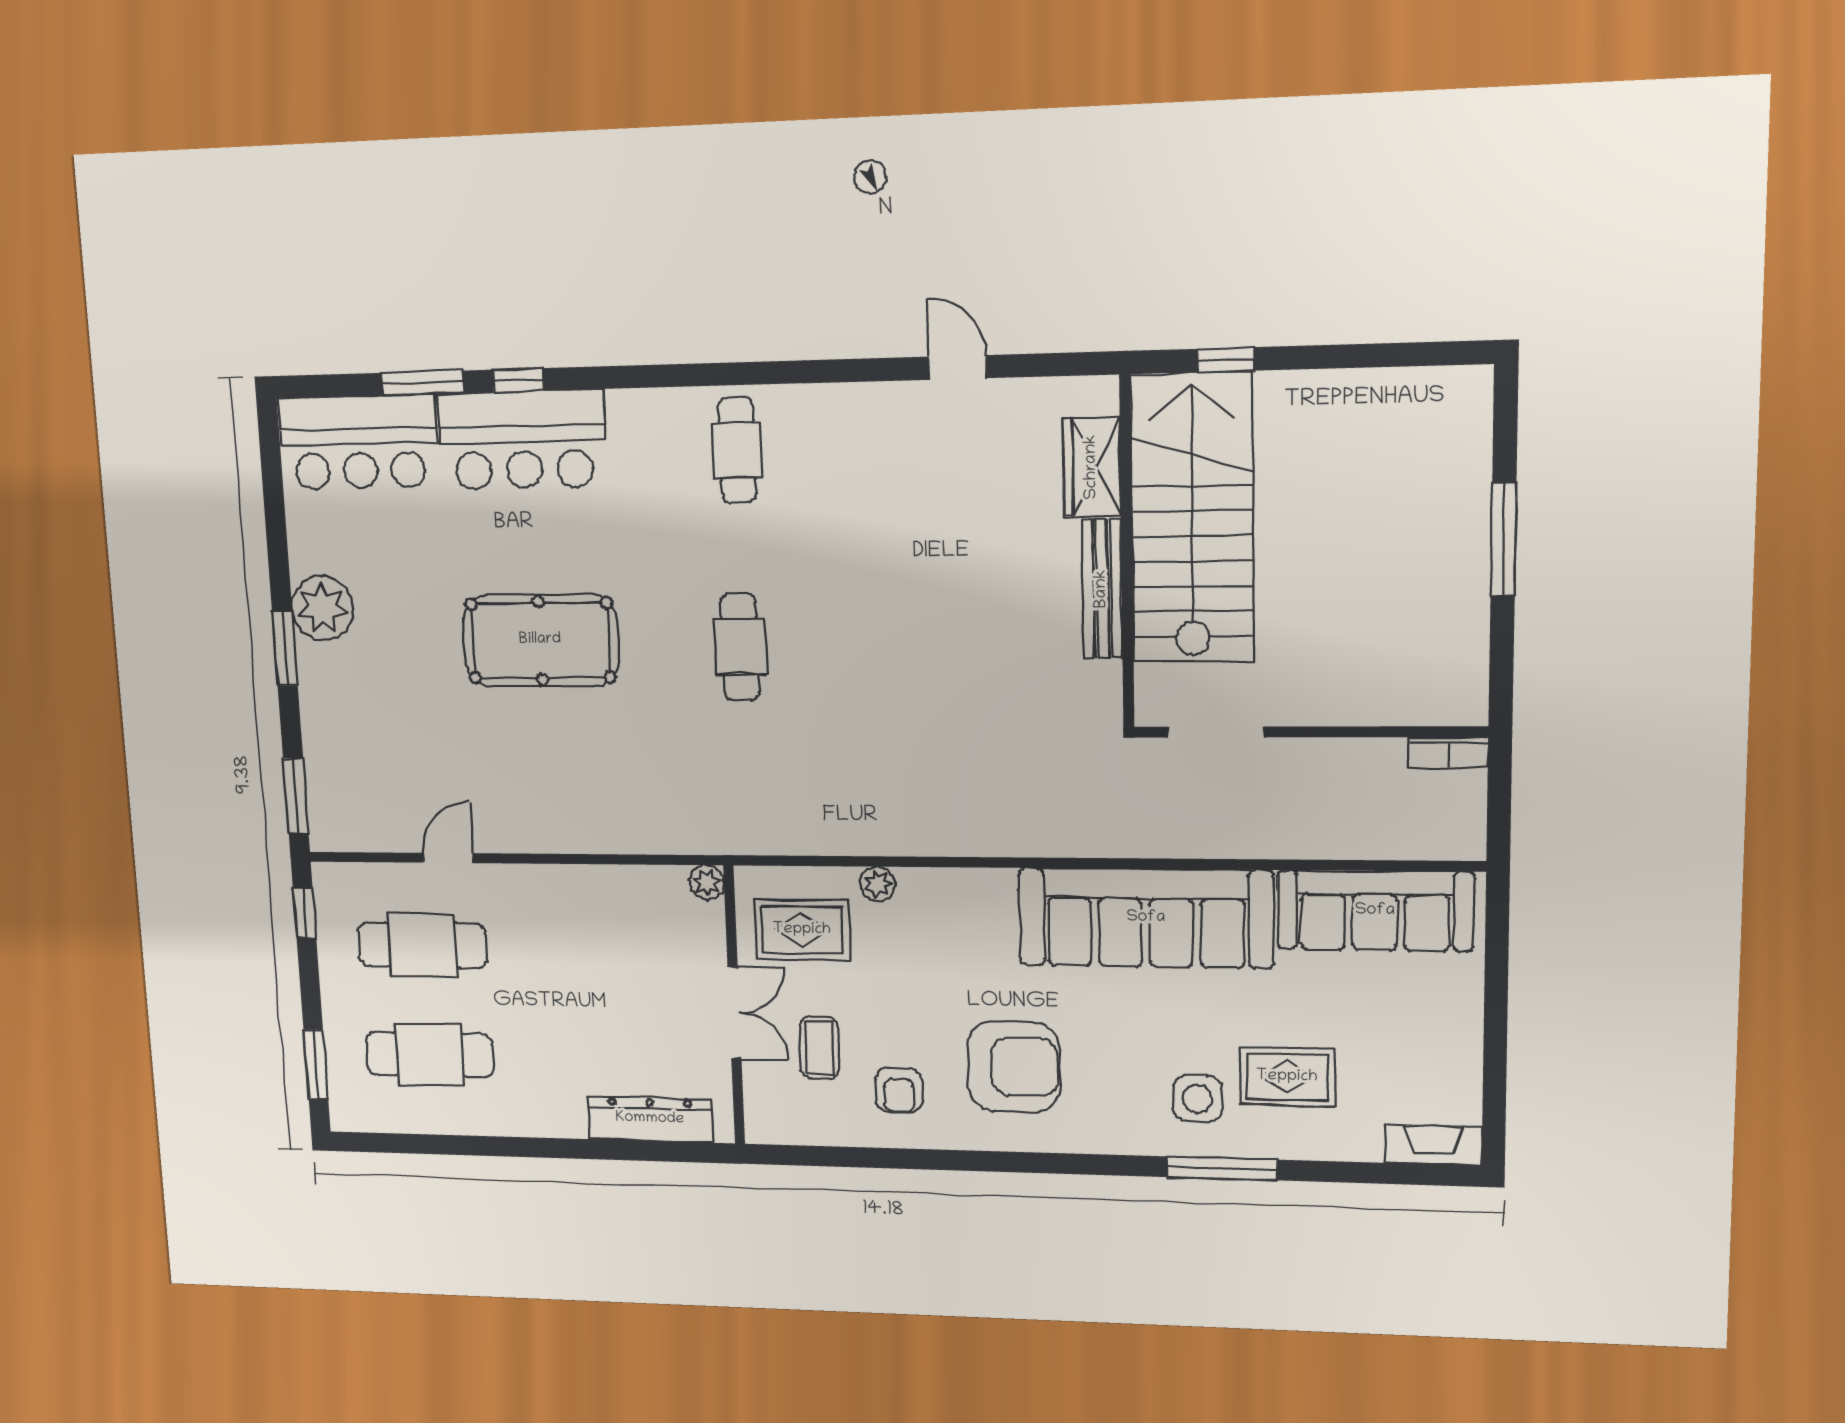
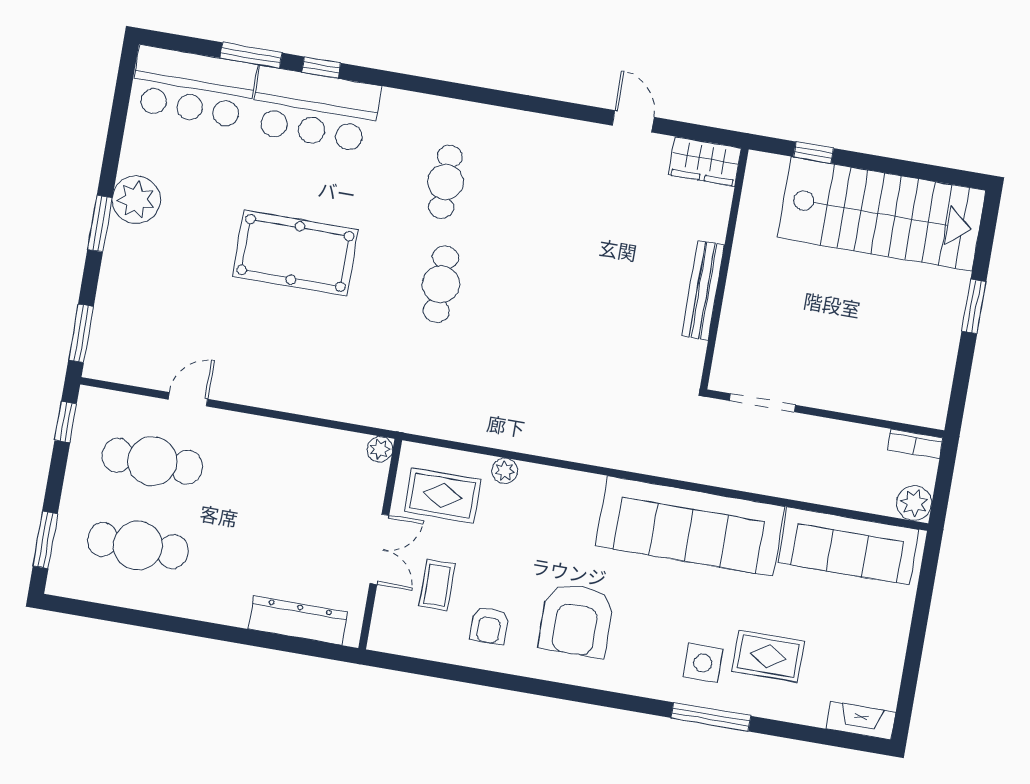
cafe table: (737, 450) -> (445, 182), moved
wardrobe: (1092, 467) -> (705, 161), moved, turned -90
stairs: (1192, 518) -> (882, 214), moved, turned 90
window: (1503, 539) -> (974, 306), width x0.69
plant: (1461, 836) -> (914, 503), added
armchair: (1014, 1067) -> (576, 620), turned 90

